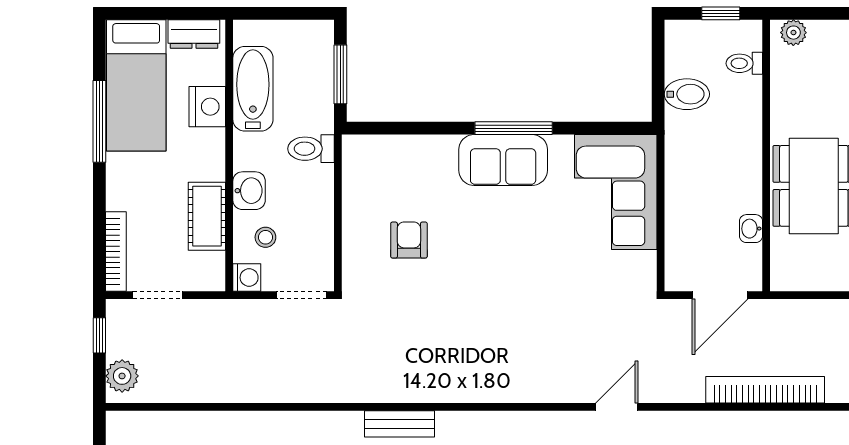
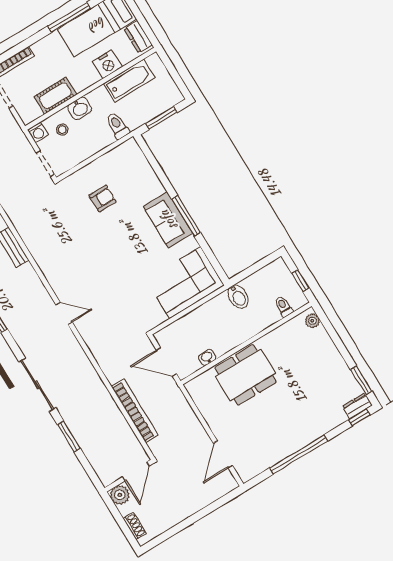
bidet: (687, 94) -> (238, 297), moved
door: (617, 407) -> (64, 313), moved

